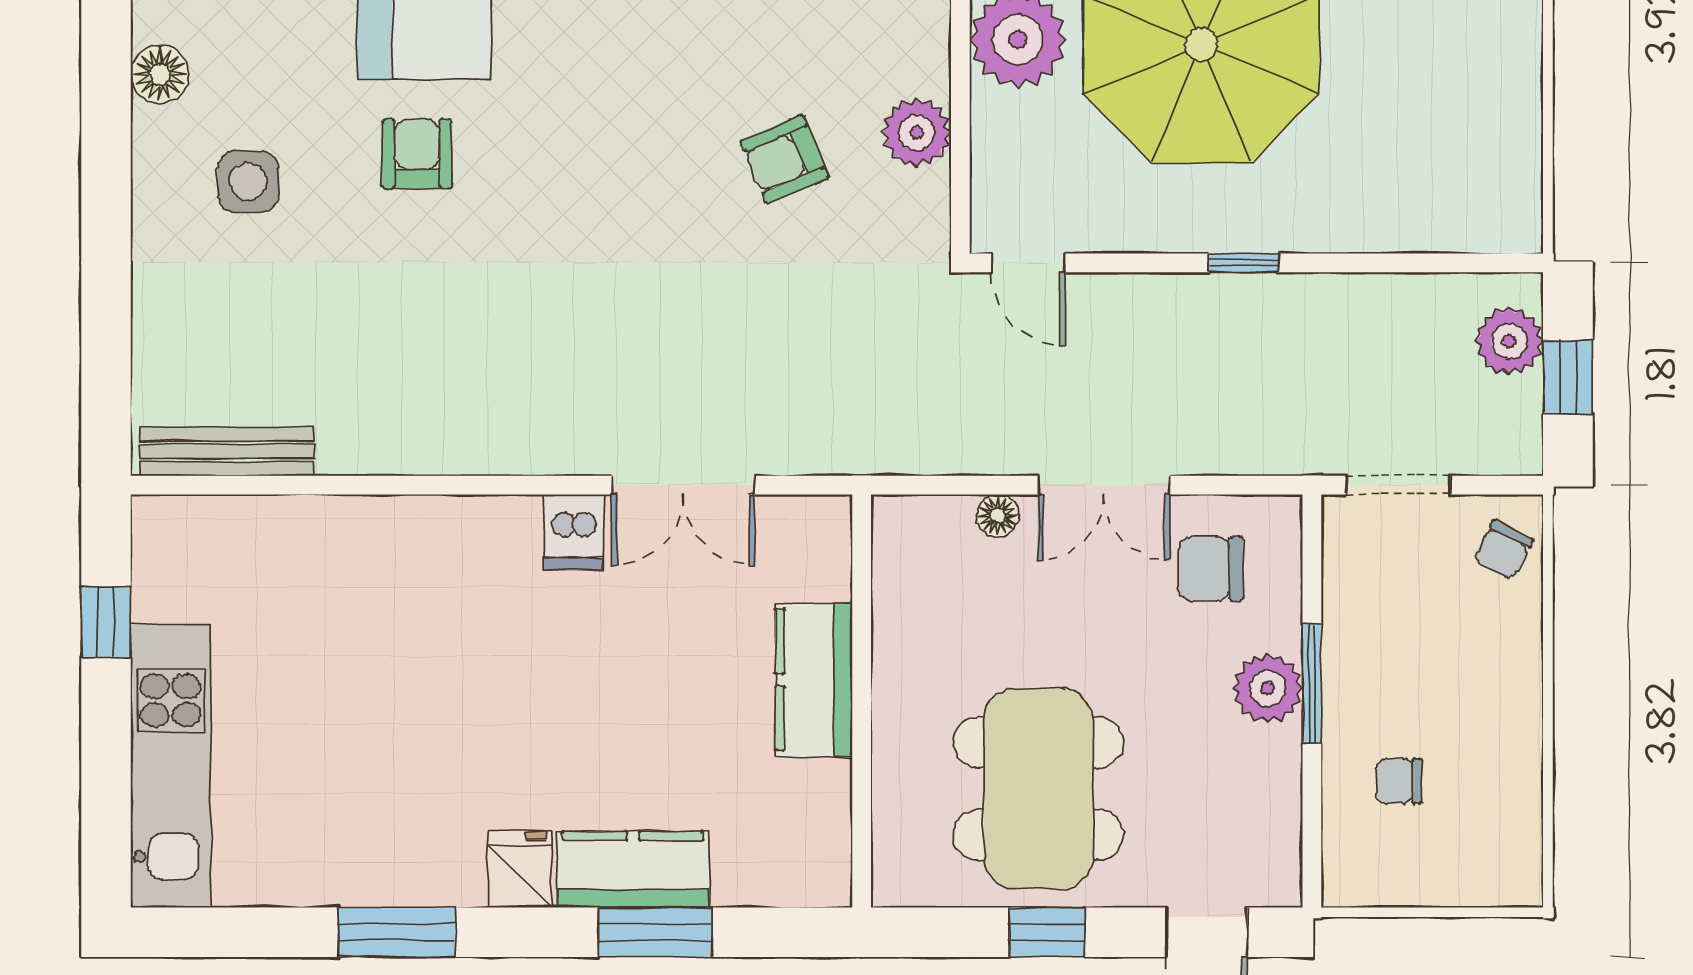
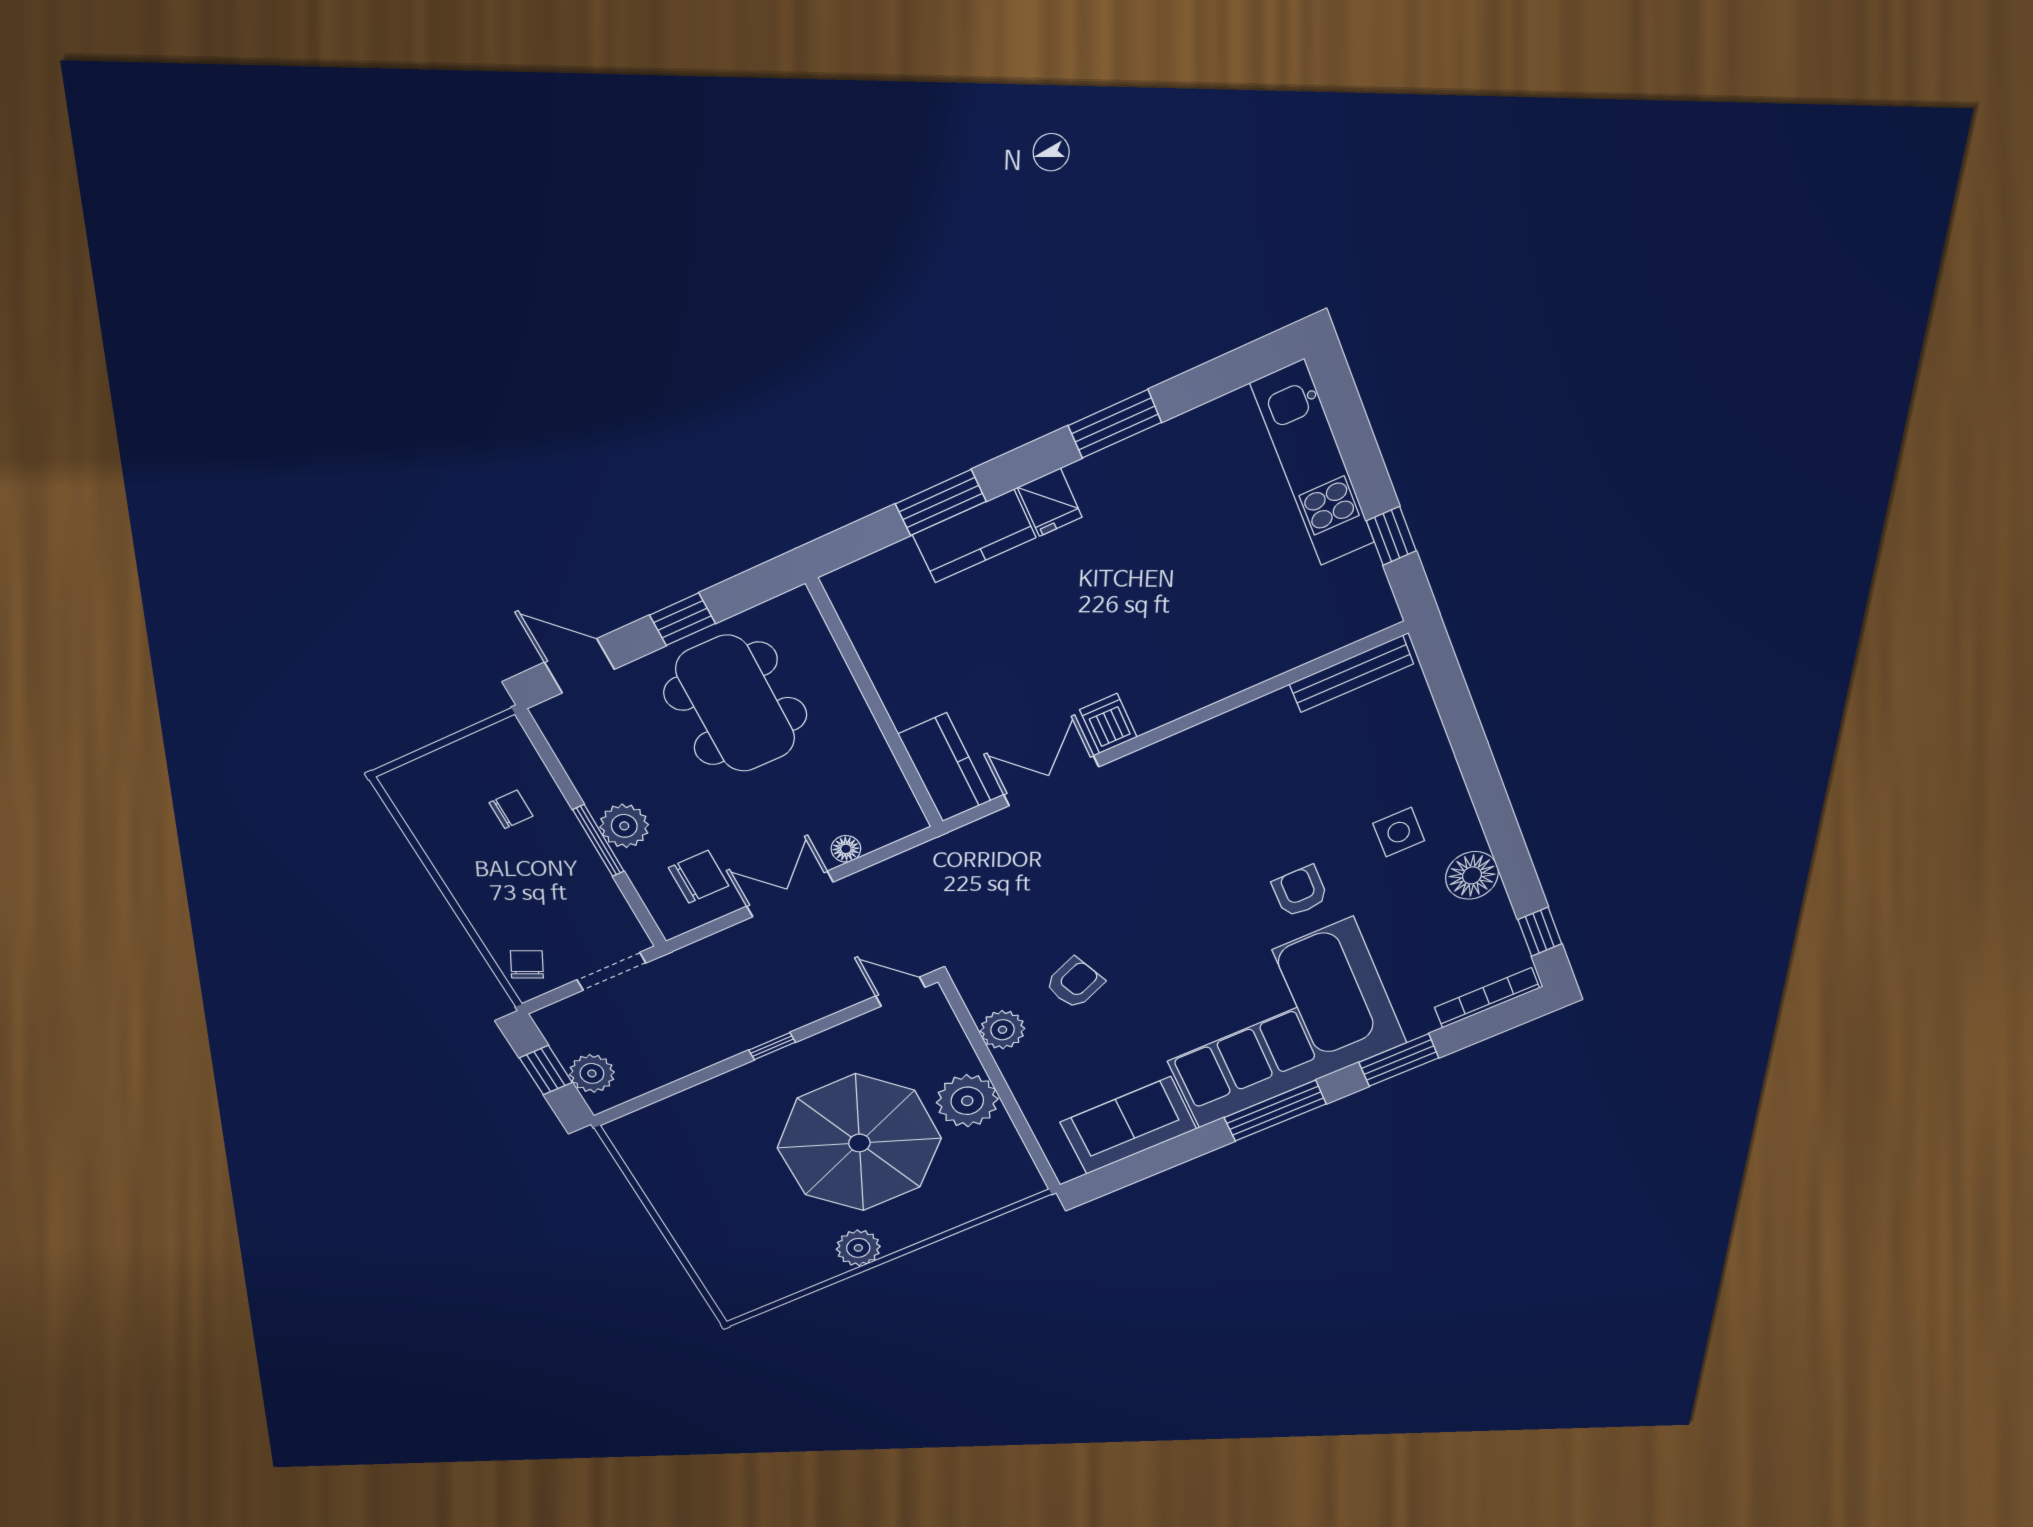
floor lamp: (160, 74) -> (1472, 875), width x1.38, depth x1.38
armchair: (417, 154) -> (1300, 891), turned 180
kitchen counter: (814, 680) -> (945, 768), moved

